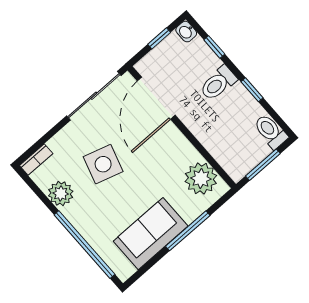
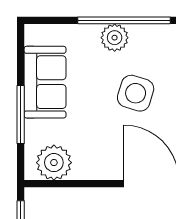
plant: (61, 193) -> (115, 38), moved
window: (85, 245) -> (124, 20), moved

